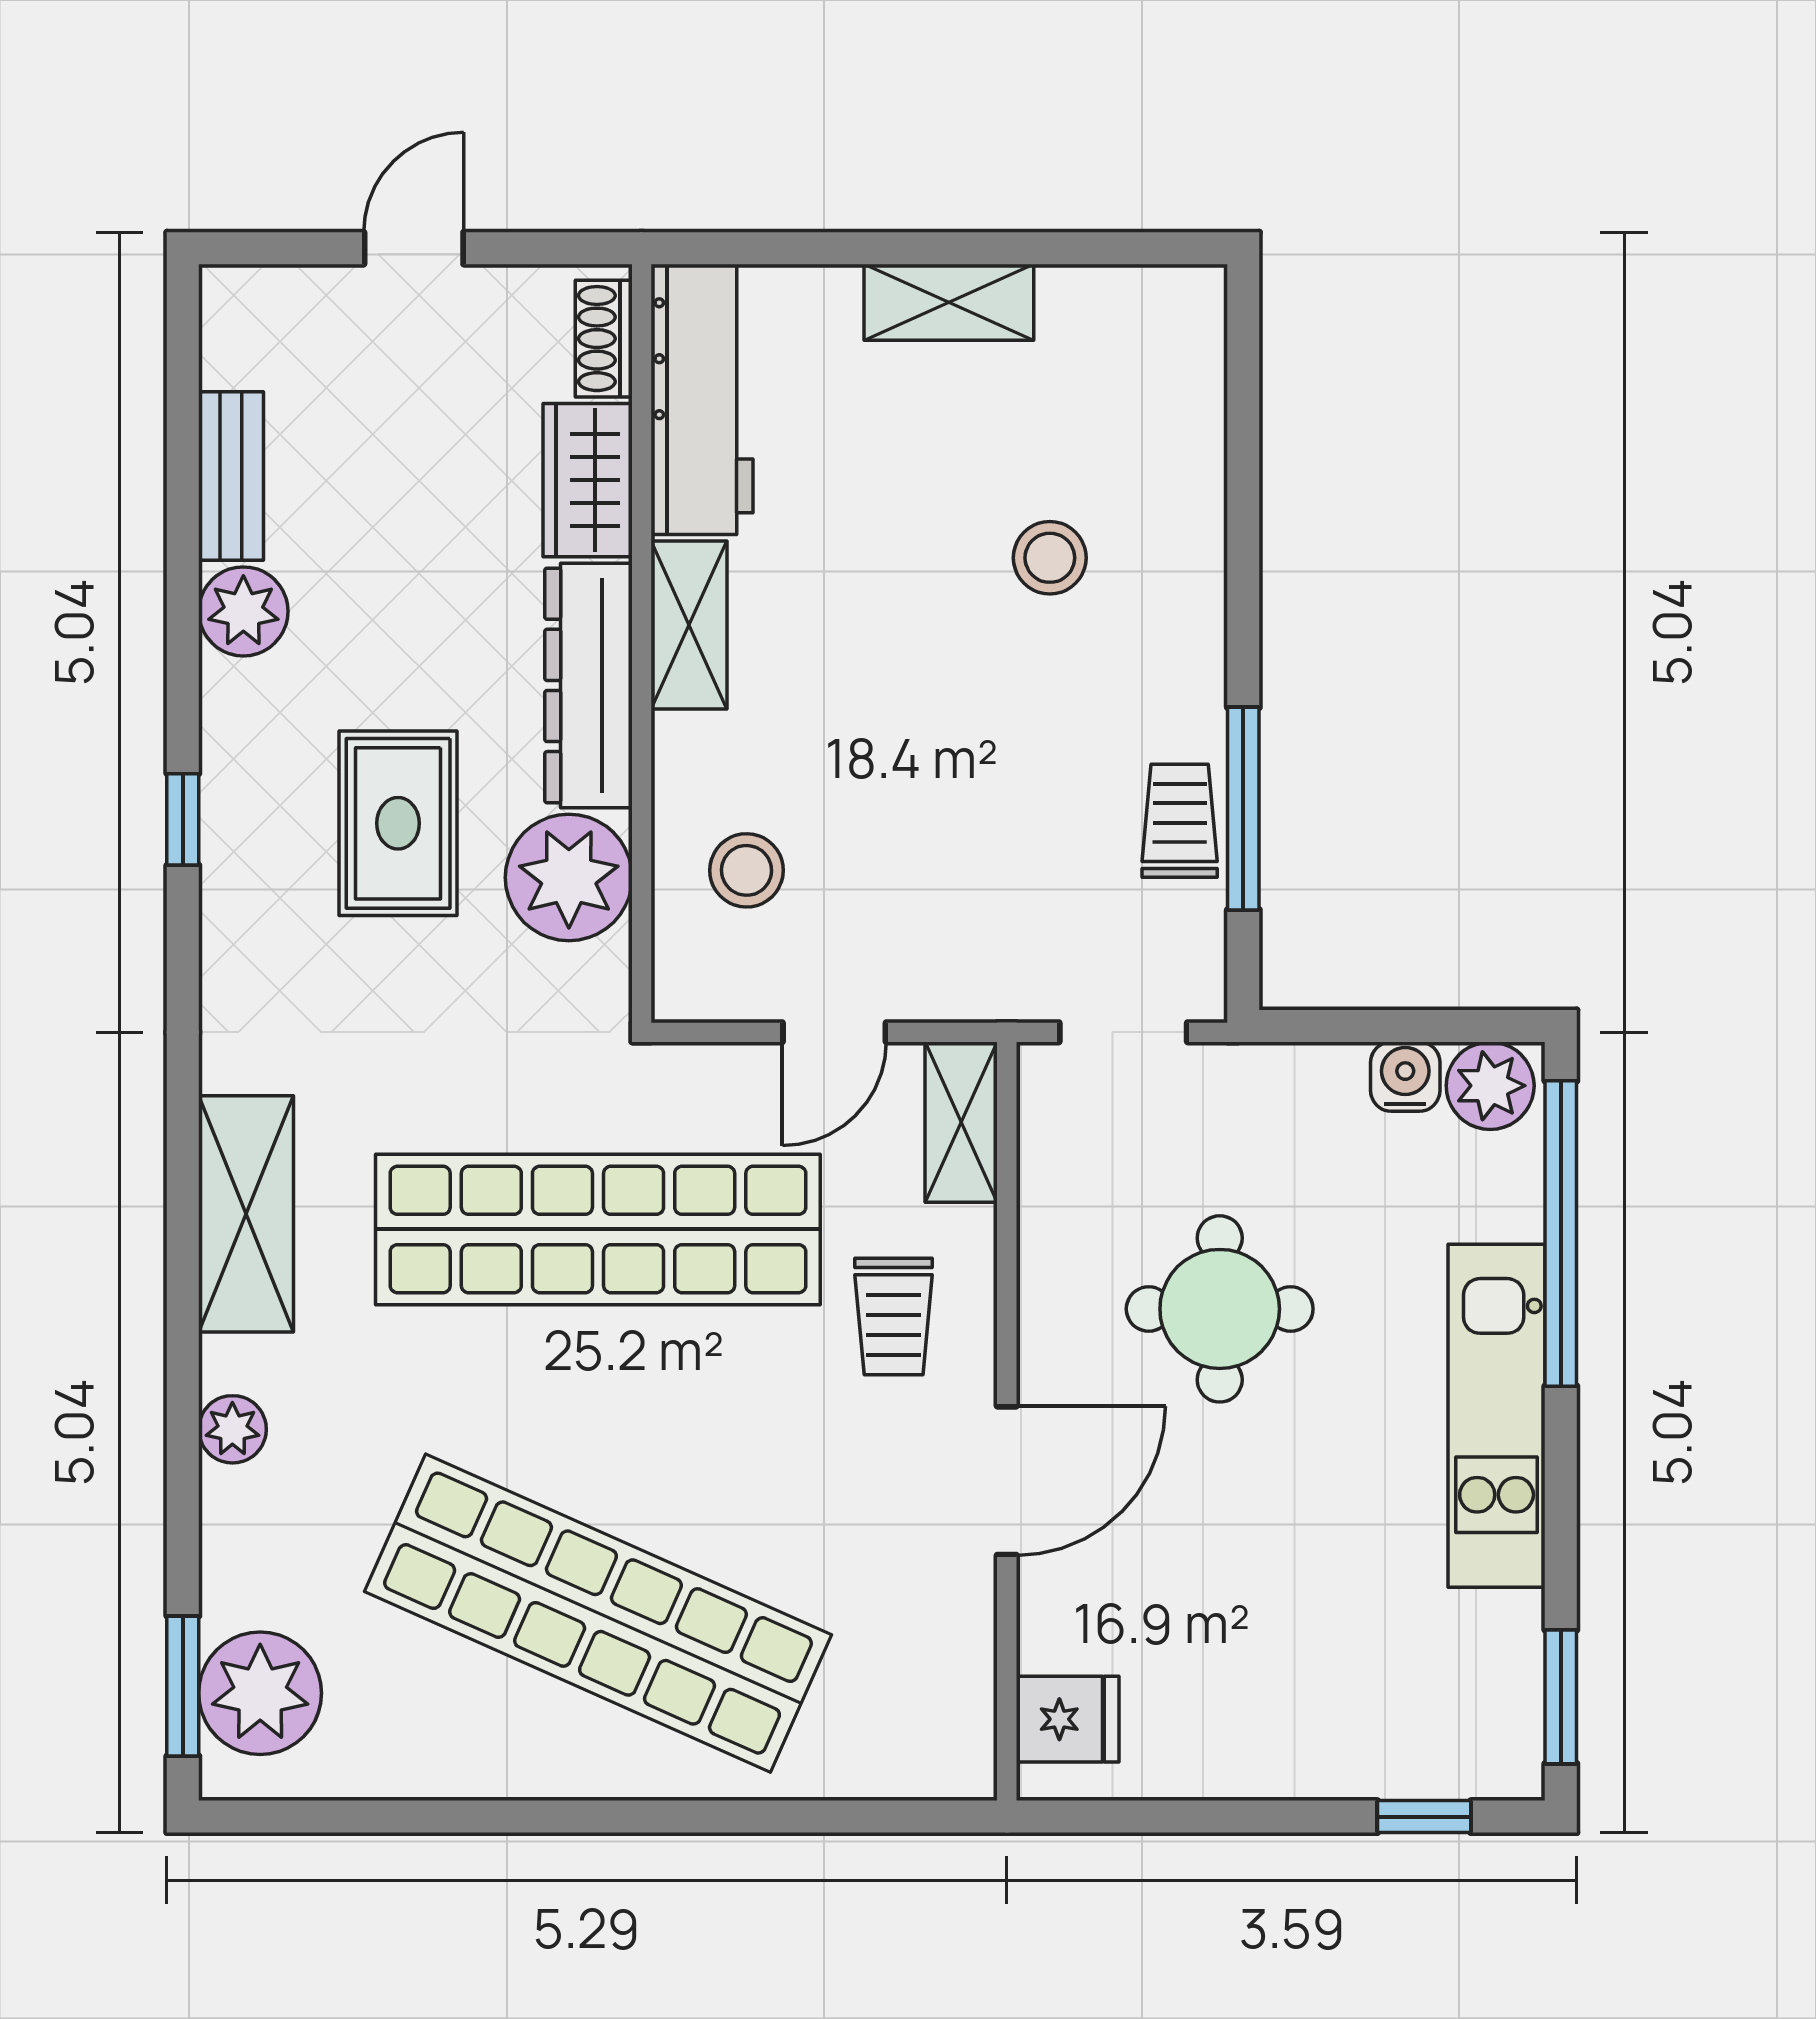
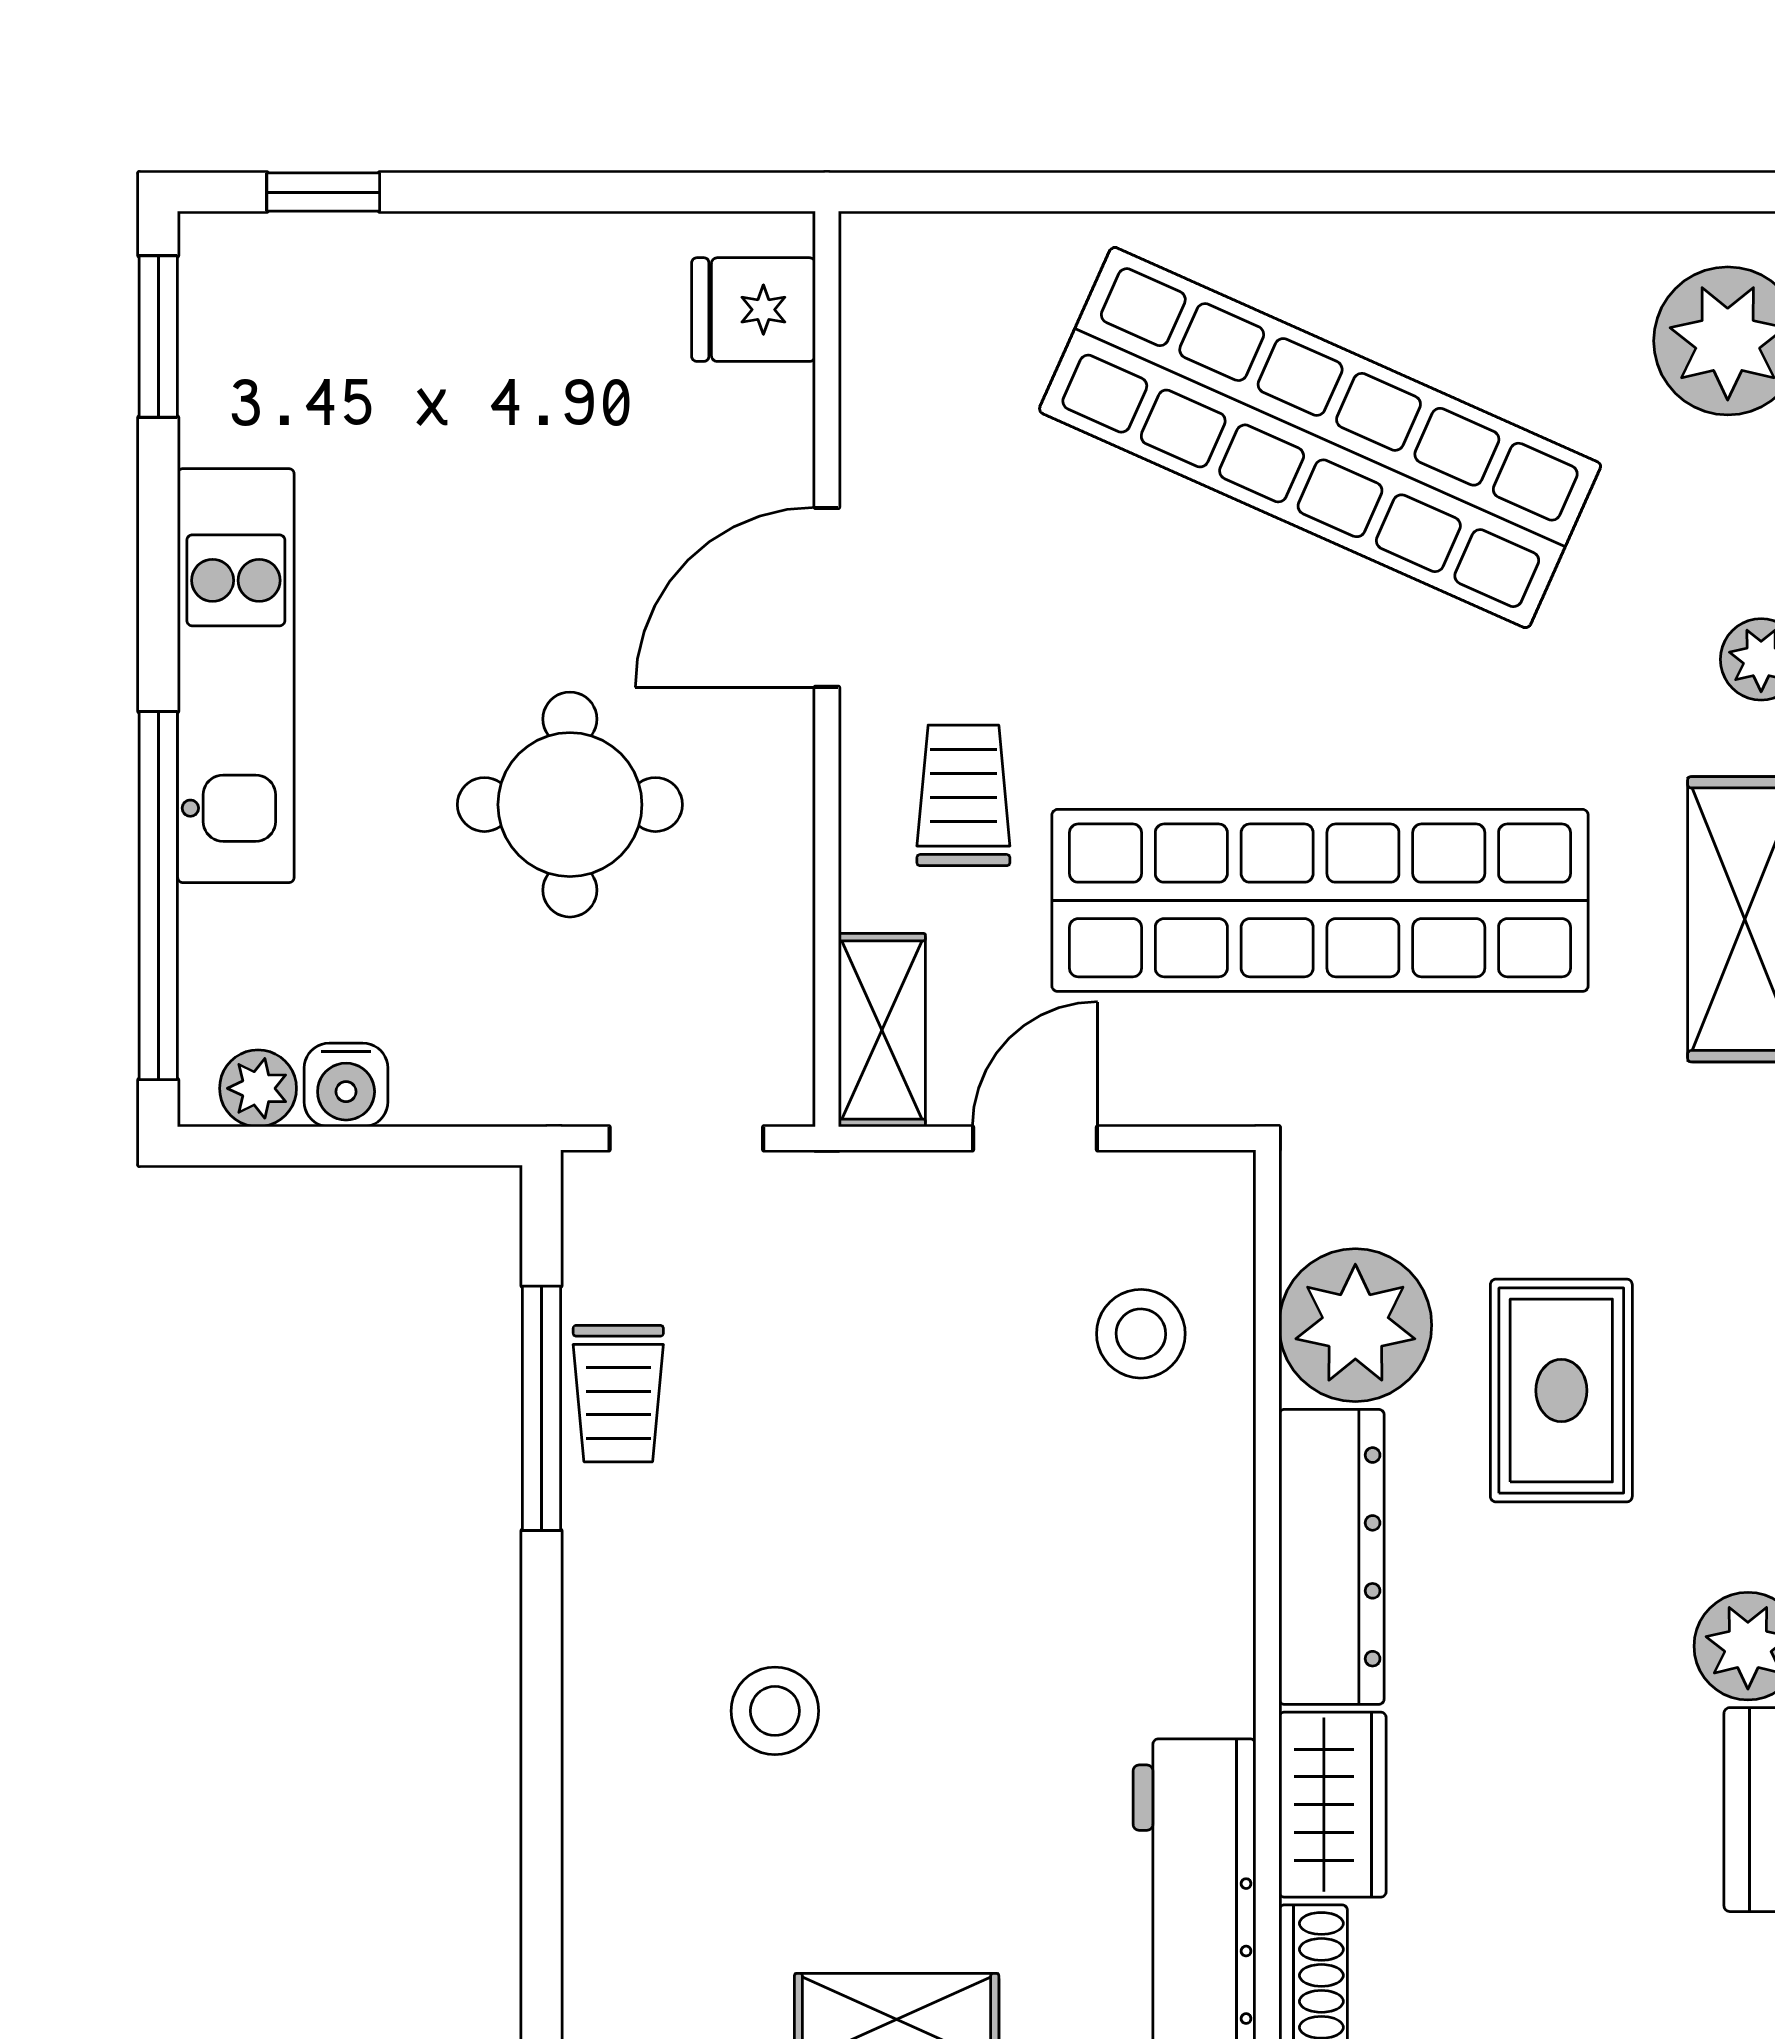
shelving: (689, 625) -> (1210, 1630), removed
plant: (1490, 1086) -> (258, 1088), width x0.73, depth x0.73

